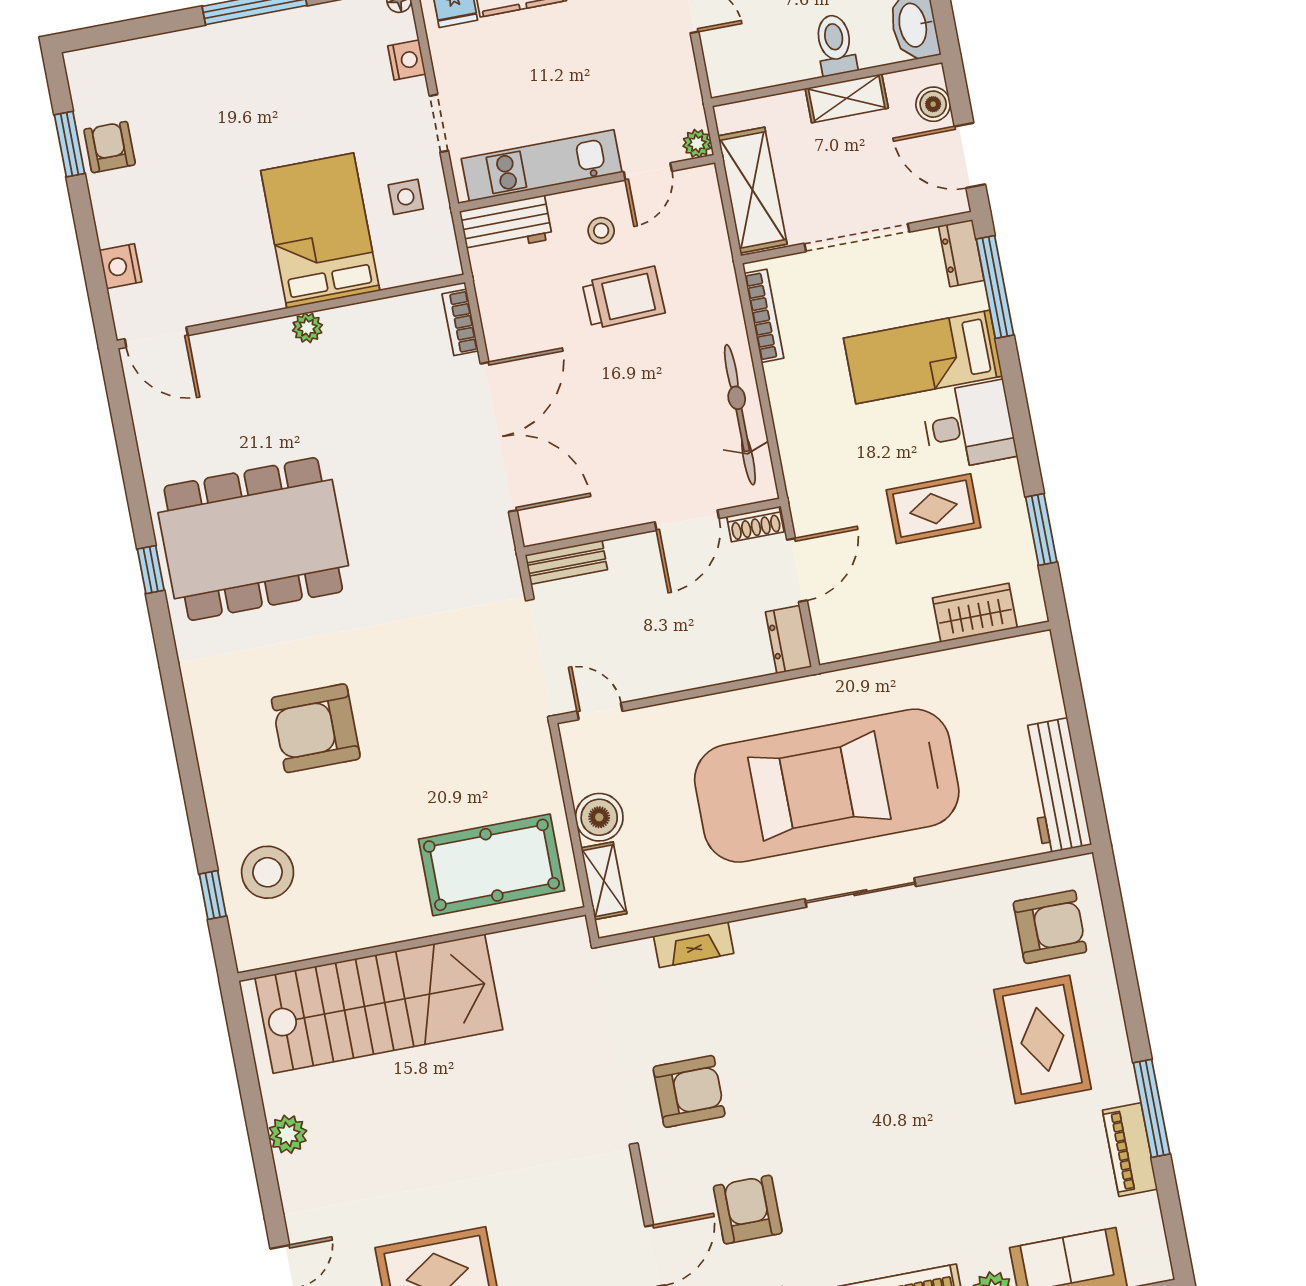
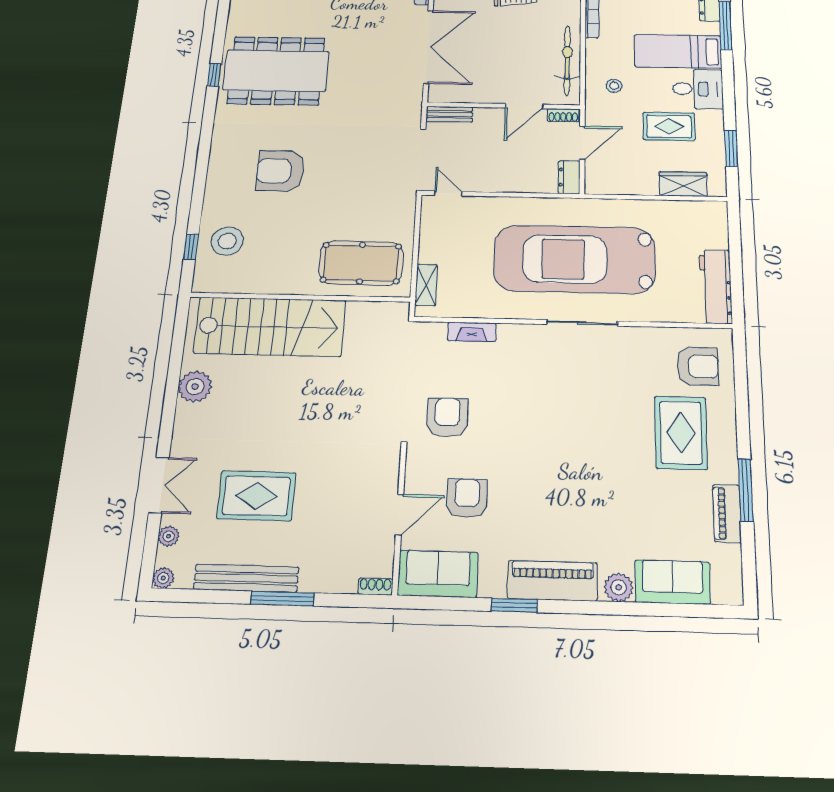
stool: (828, 449) -> (614, 86), added
boiler: (599, 817) -> (433, 250), removed
armchair: (689, 1091) -> (447, 417), turned -90
plant: (288, 1134) -> (195, 387), width x1.36, depth x1.36

